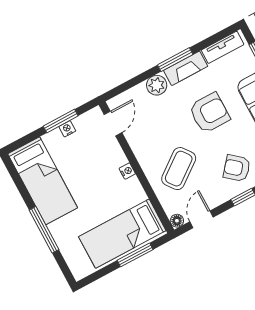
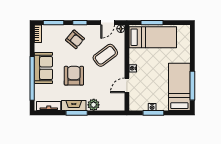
armchair: (209, 113) -> (74, 76), turned 90
door: (113, 124) -> (127, 85), moved
window: (44, 230) -> (192, 86), moved

